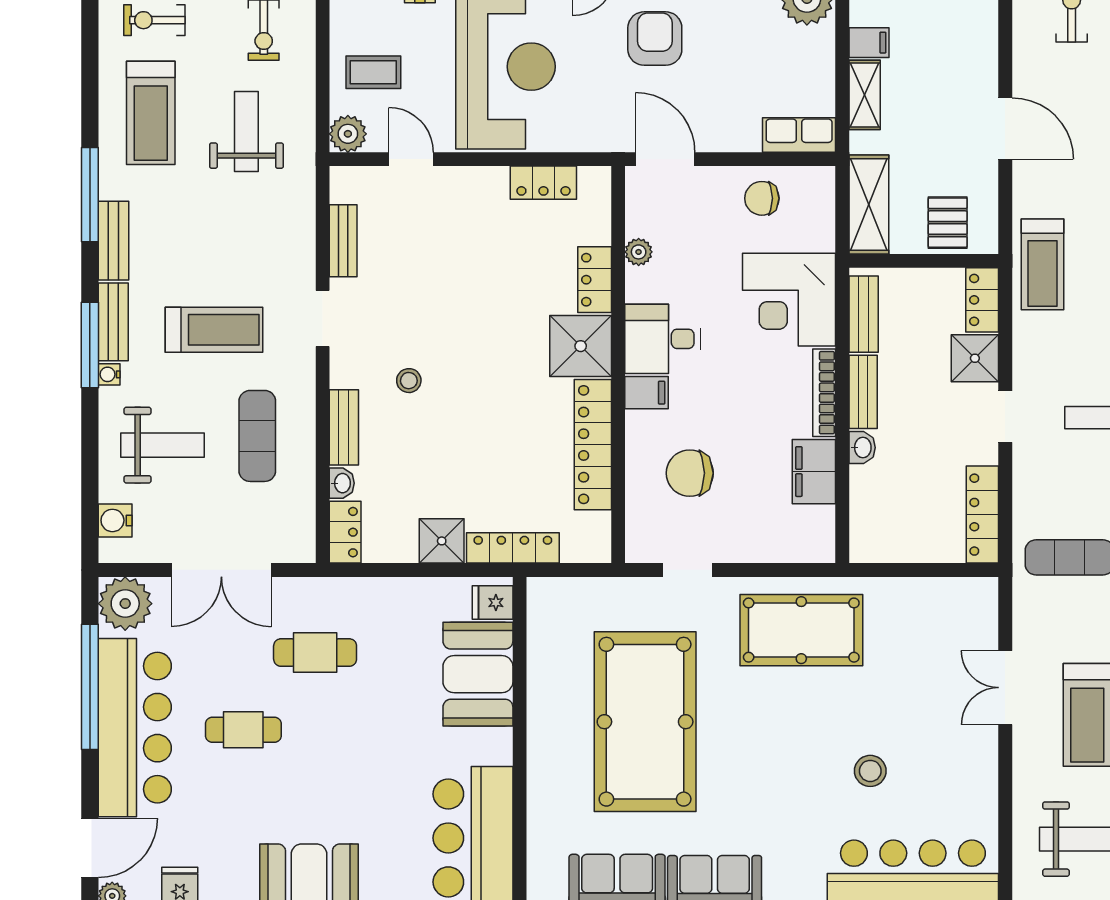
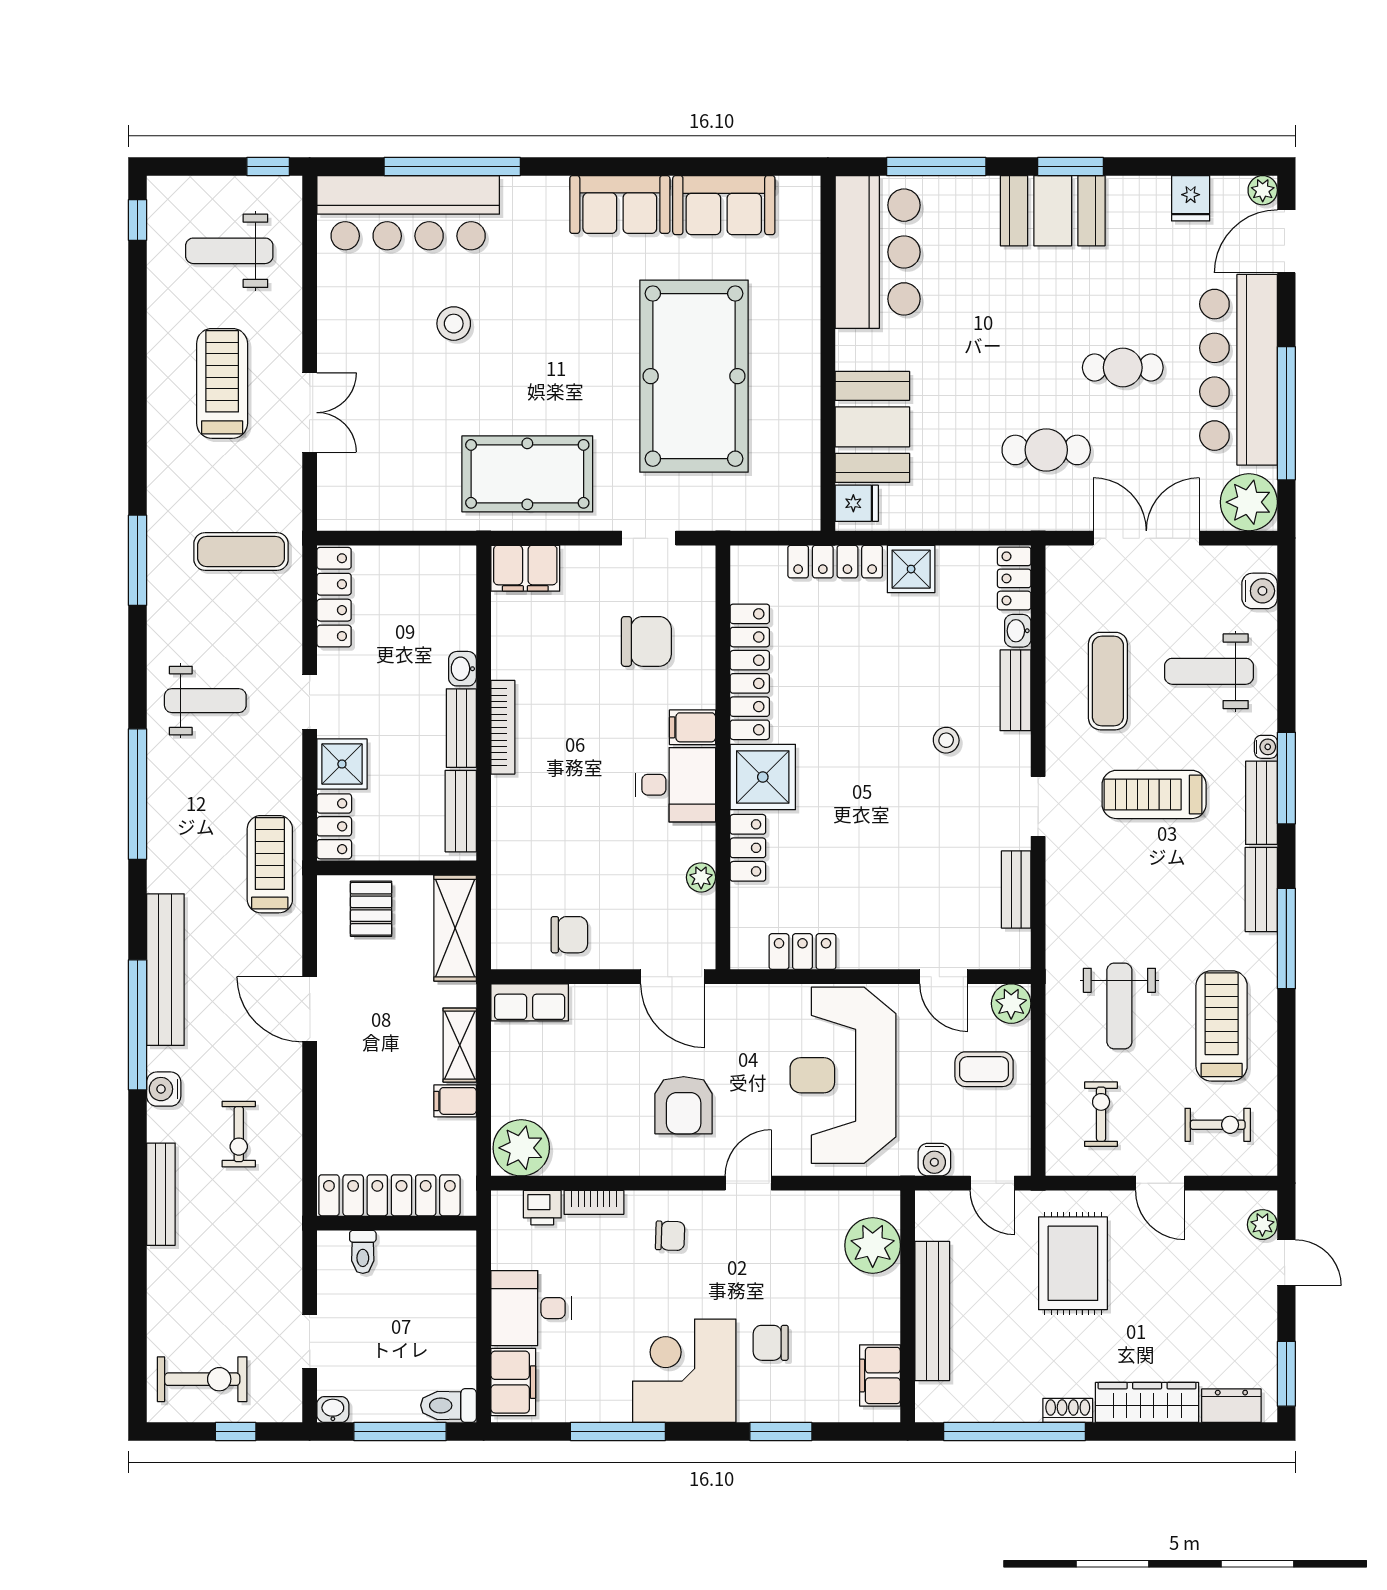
corner desk: (789, 300) -> (540, 827), removed
filing cabinet: (814, 472) -> (525, 568), moved, turned 90

